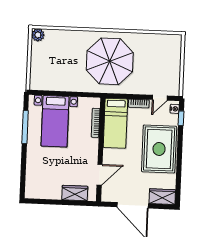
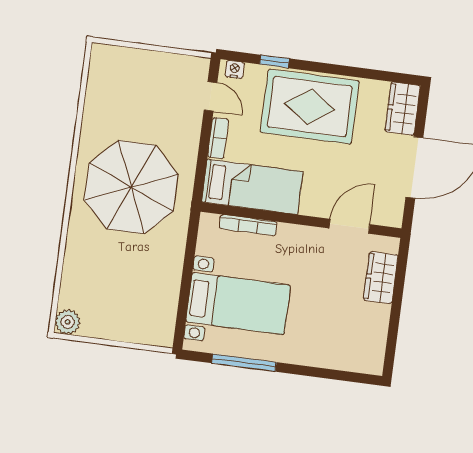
window: (181, 118) -> (274, 61), moved
door: (100, 175) -> (349, 226), hinge flipped

